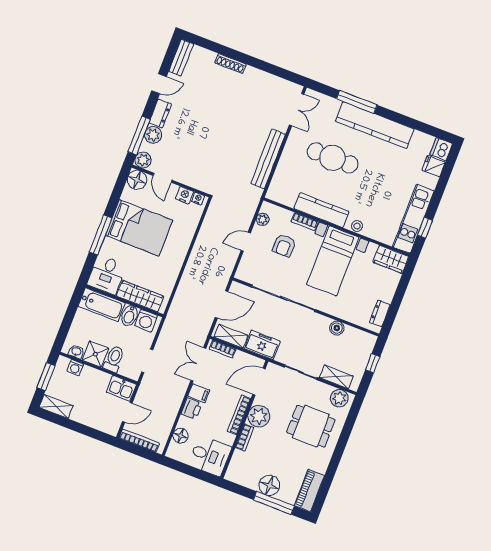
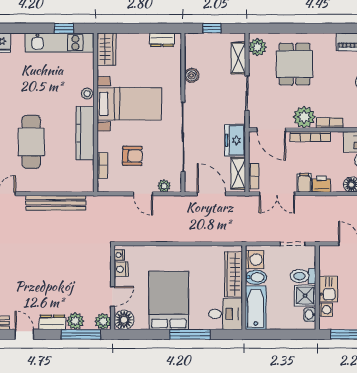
plant: (263, 219) -> (164, 186), moved
bookcase: (305, 222) -> (102, 165), moved
kitchen sink: (121, 388) -> (328, 289), moved

